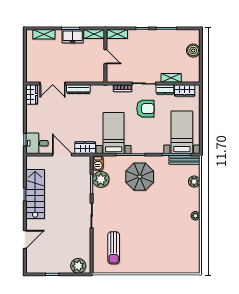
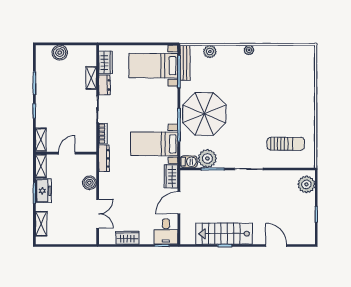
boiler: (80, 76) -> (89, 183), added
dresser: (78, 89) -> (104, 158), moved
wardrobe: (32, 94) -> (127, 238), moved
armchair: (145, 109) -> (126, 107), removed
parasol: (140, 177) -> (204, 114), width x1.36, depth x1.36

